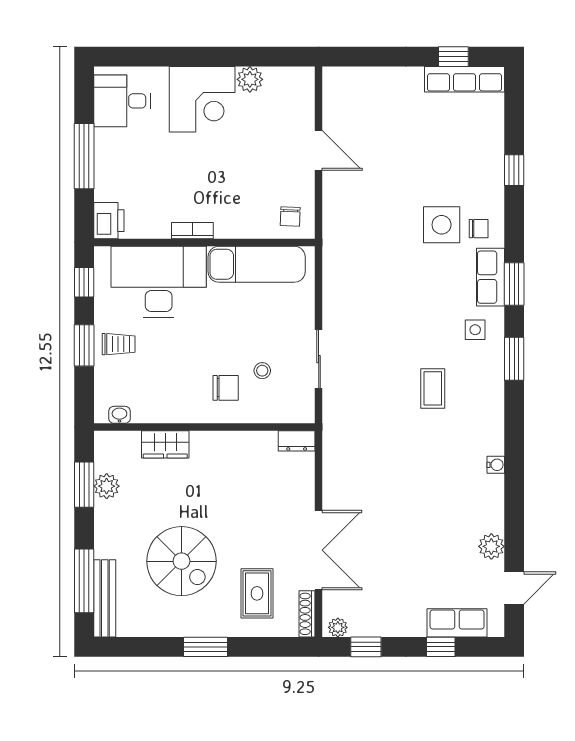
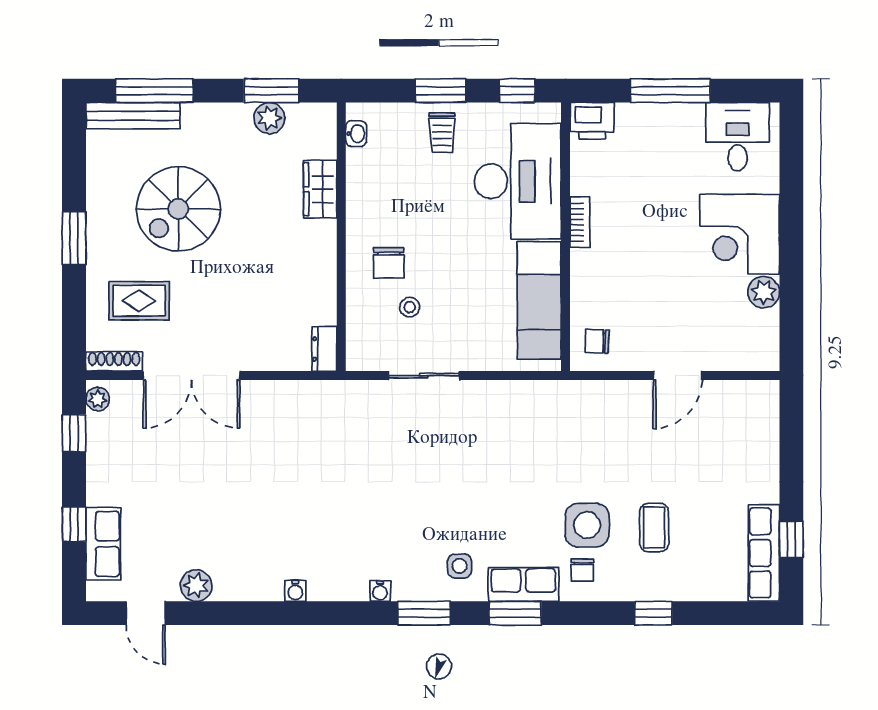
coffee table: (433, 388) -> (654, 527), moved, turned 90
water cooler: (496, 395) -> (380, 591), added

